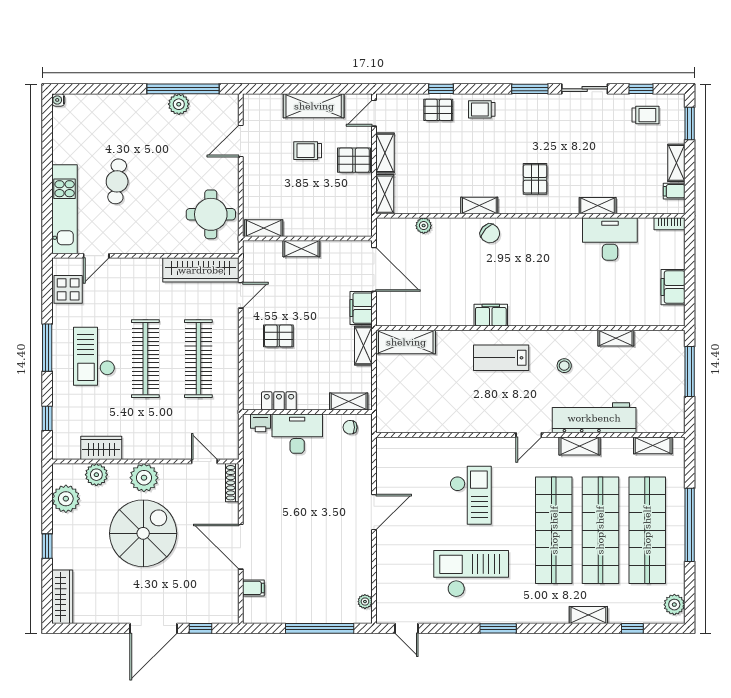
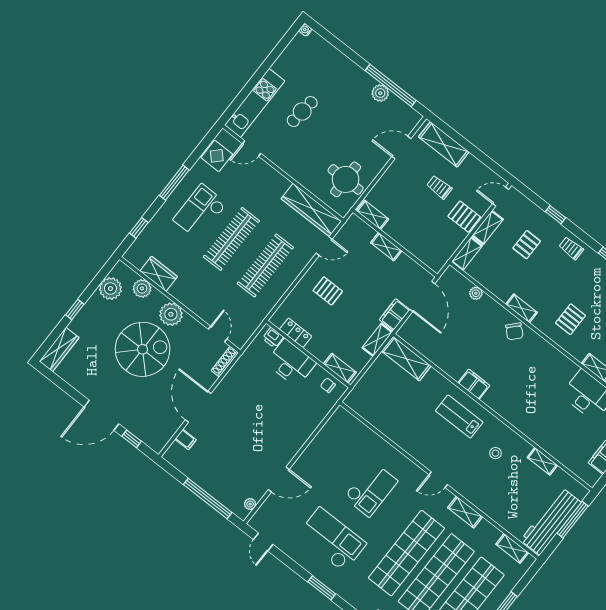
shelving: (314, 106) -> (444, 144), moved
pallet: (438, 110) -> (527, 245), moved, turned 90
workbench: (594, 418) -> (551, 521), moved, turned -90
door: (374, 512) -> (279, 480), moved

